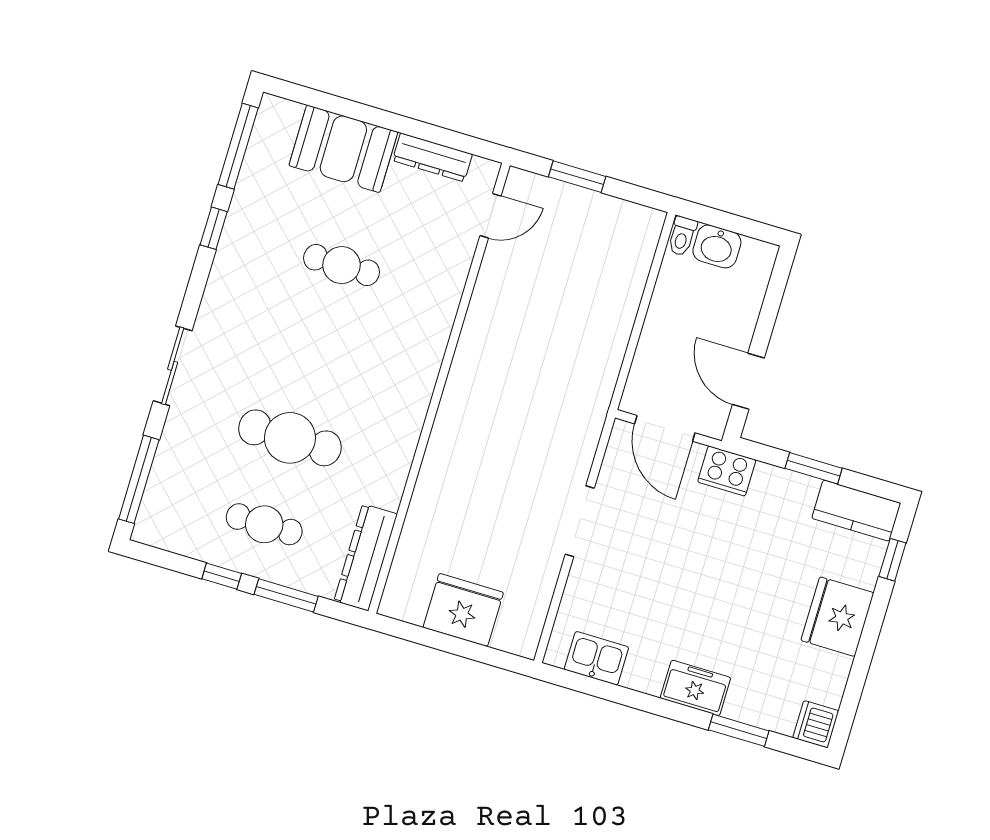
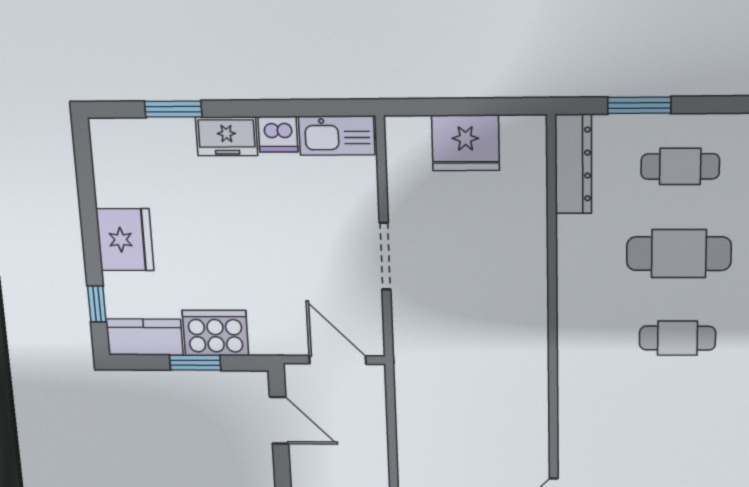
cafe table: (341, 265) -> (677, 338), moved
cooker: (727, 471) -> (215, 333), moved, width x1.37, depth x1.31
window: (222, 576) -> (708, 105), removed
kitchen sink: (596, 658) -> (337, 136), width x1.38
dishwasher: (816, 724) -> (278, 134), moved, turned 90

